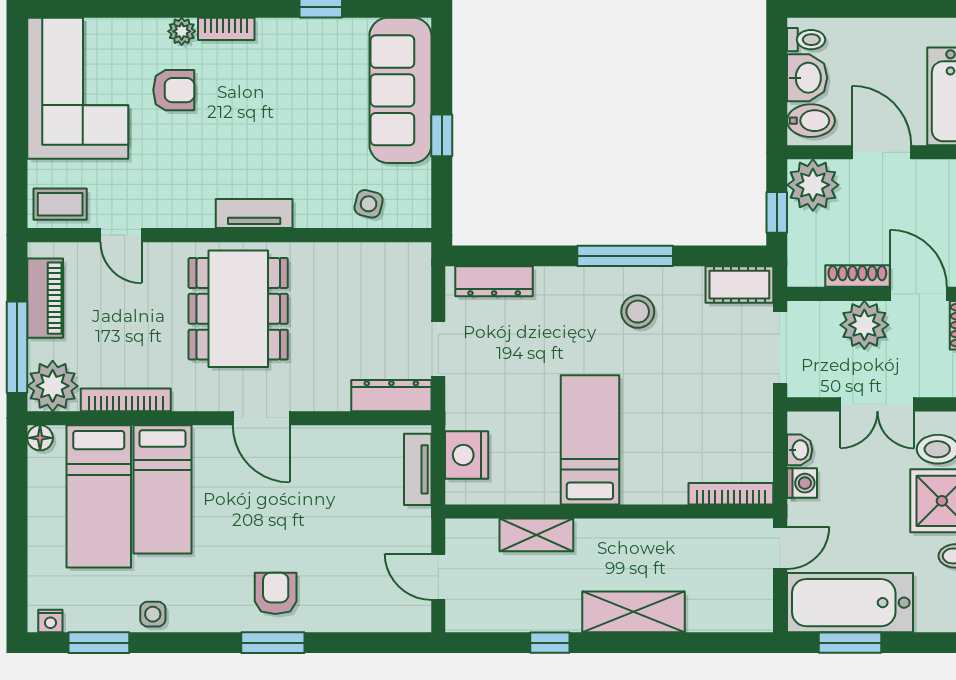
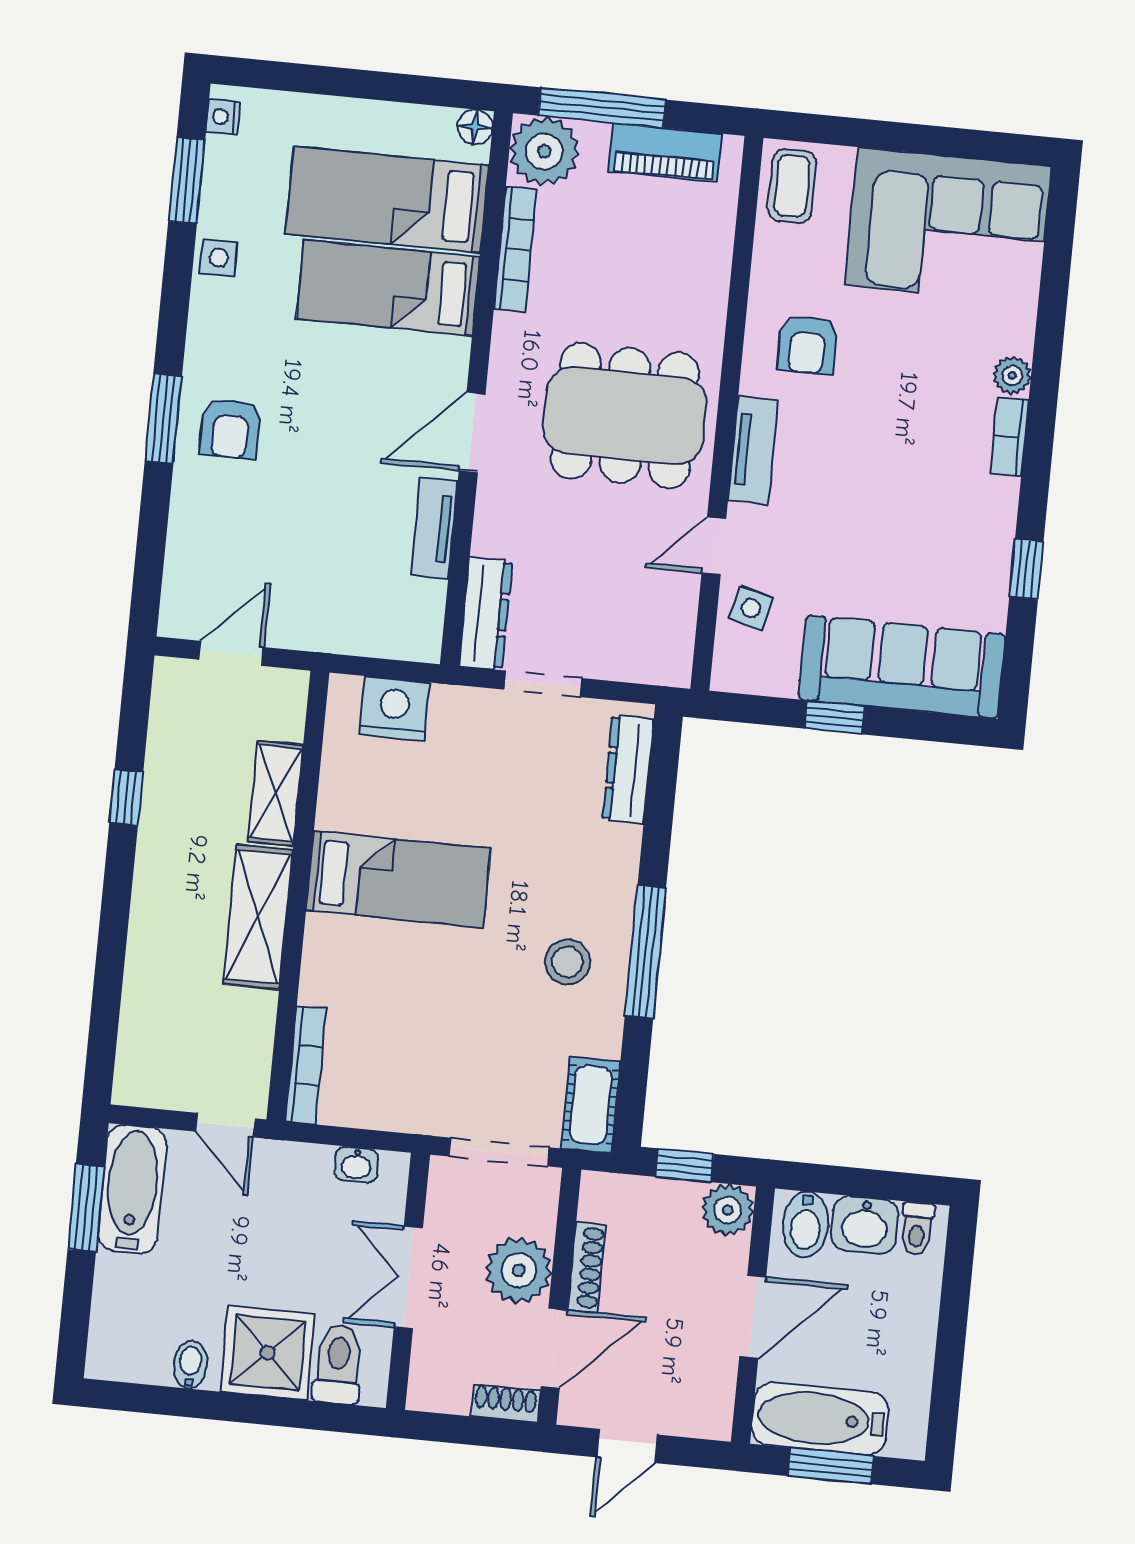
armchair: (174, 90) -> (807, 345), moved
plant: (813, 185) -> (728, 1210), width x0.73, depth x0.73
door: (121, 235) -> (714, 546), moved
tv unit: (418, 469) -> (434, 528), moved, turned -90
washing machine: (802, 483) -> (311, 1164), removed
armchair: (276, 593) -> (230, 429), turned 90
bathtub: (850, 603) -> (132, 1189), width x0.73, depth x0.73
shelving: (634, 612) -> (258, 917), moved

